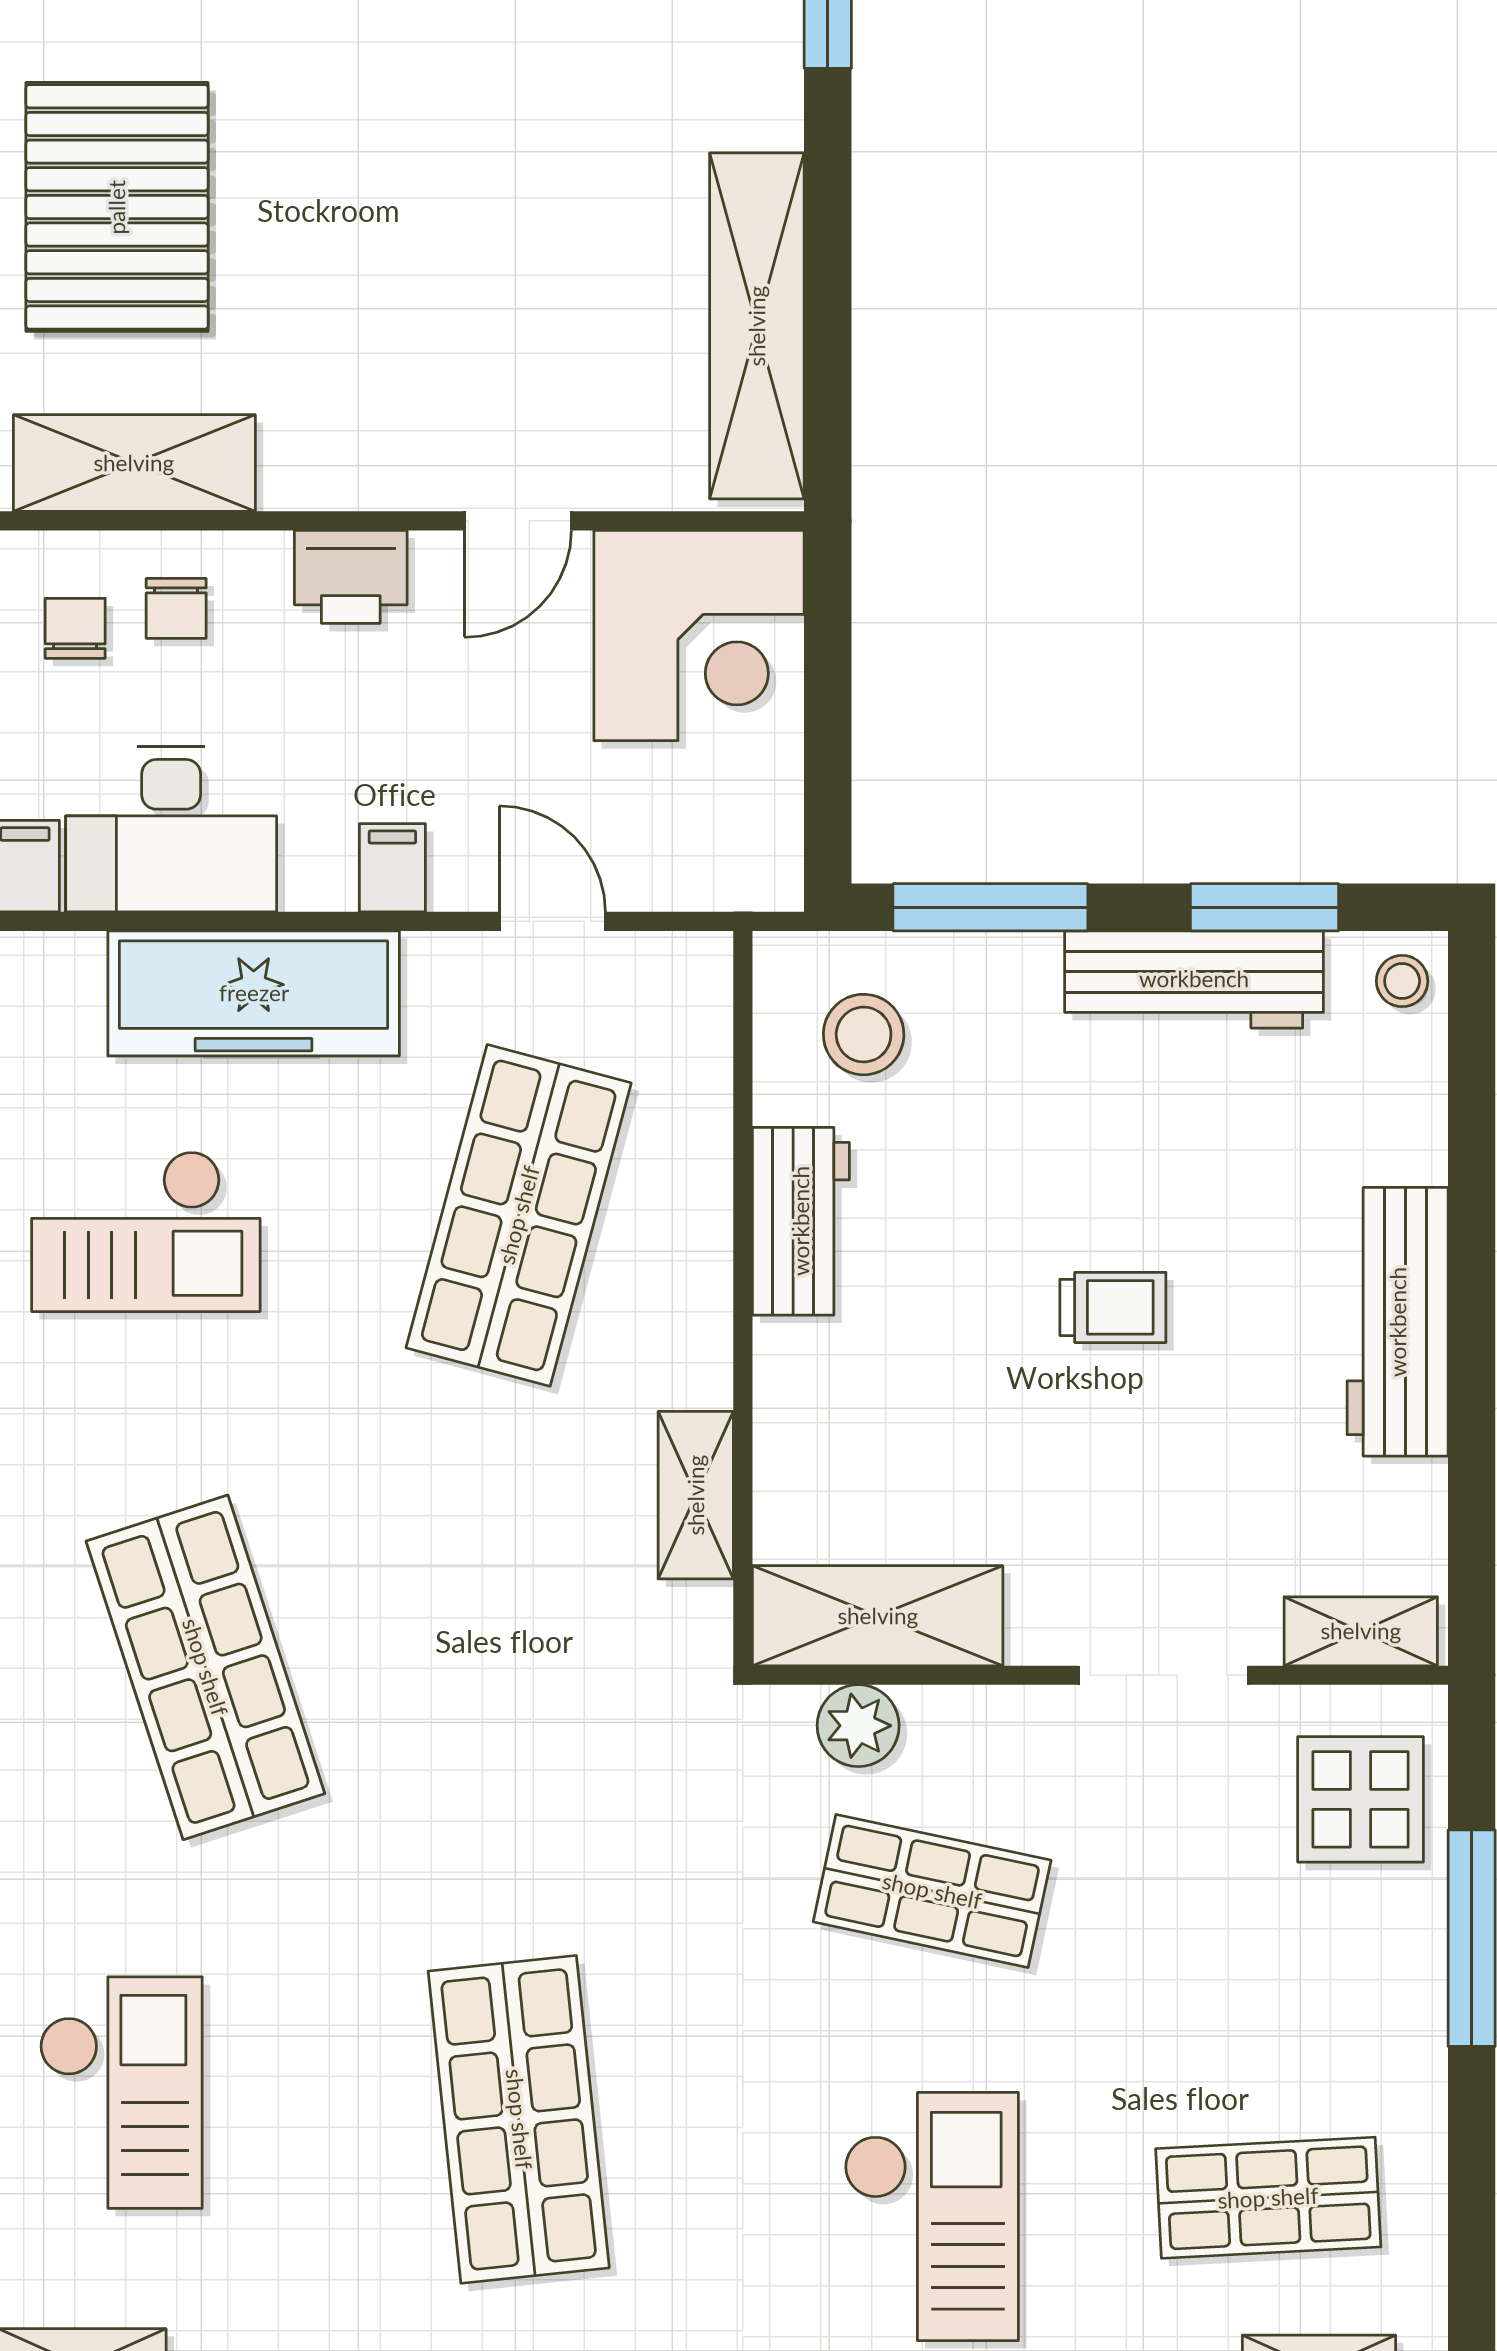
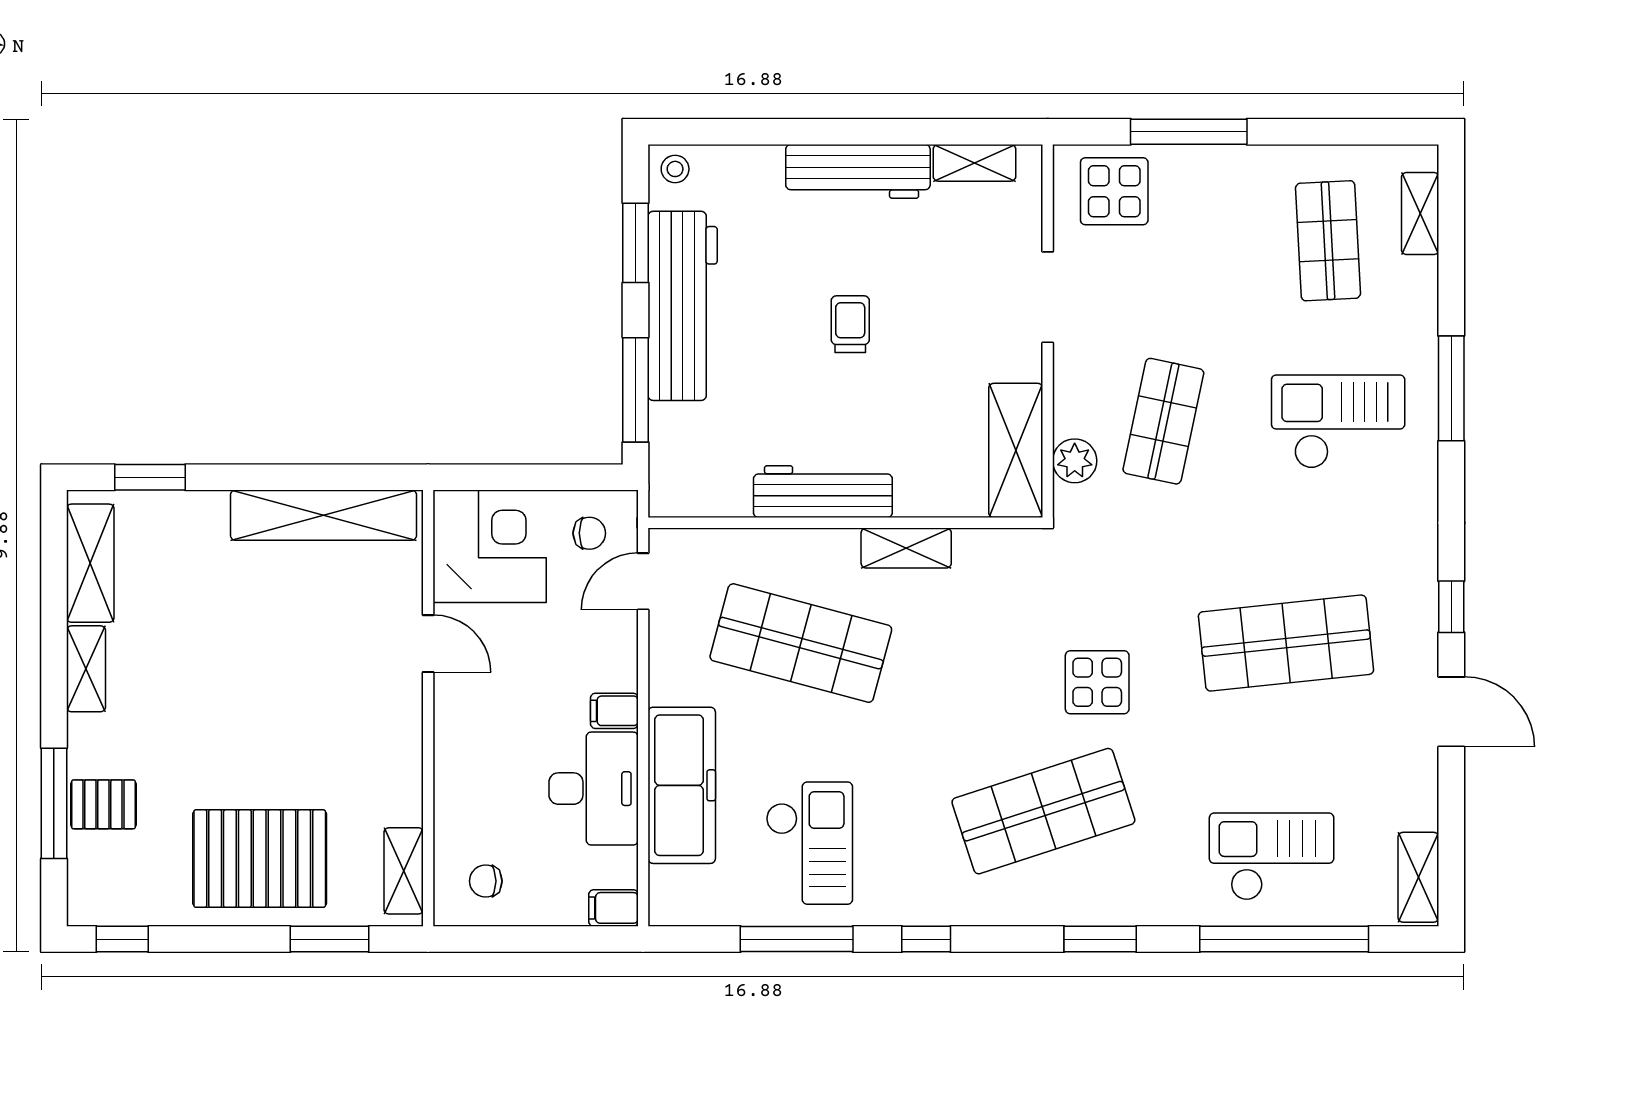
shelving: (134, 463) -> (404, 871), width x0.67, depth x0.75
printer: (351, 577) -> (458, 733), removed
chair: (176, 608) -> (589, 533), moved
desk: (171, 829) -> (594, 789), moved
door: (552, 921) -> (643, 581), moved
workbench: (1194, 979) -> (683, 306), width x1.36, depth x1.32
stool: (864, 1035) -> (704, 458), removed
workbench: (801, 1221) -> (823, 492), width x1.38
shelving: (696, 1495) -> (906, 548), moved
shelving: (1361, 1631) -> (975, 163), moved, turned 90
display table: (446, 1768) -> (1097, 682), added

